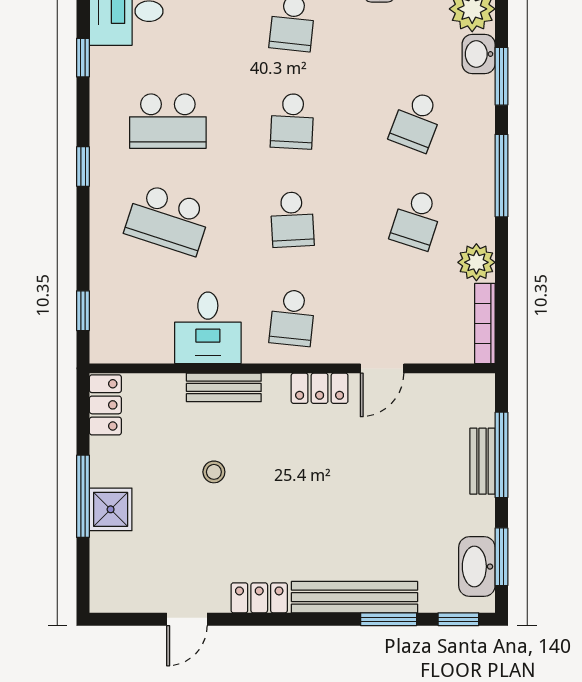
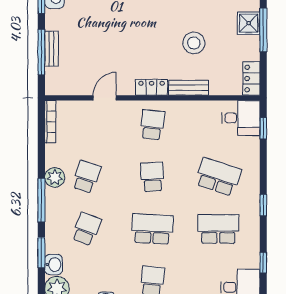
school desk: (292, 121) -> (152, 229), width x1.85
plant: (476, 262) -> (55, 177), moved
desk: (208, 328) -> (241, 118), moved, turned 90
locker: (320, 388) -> (152, 87), moved
stool: (214, 472) -> (194, 43), width x1.89, depth x1.89

